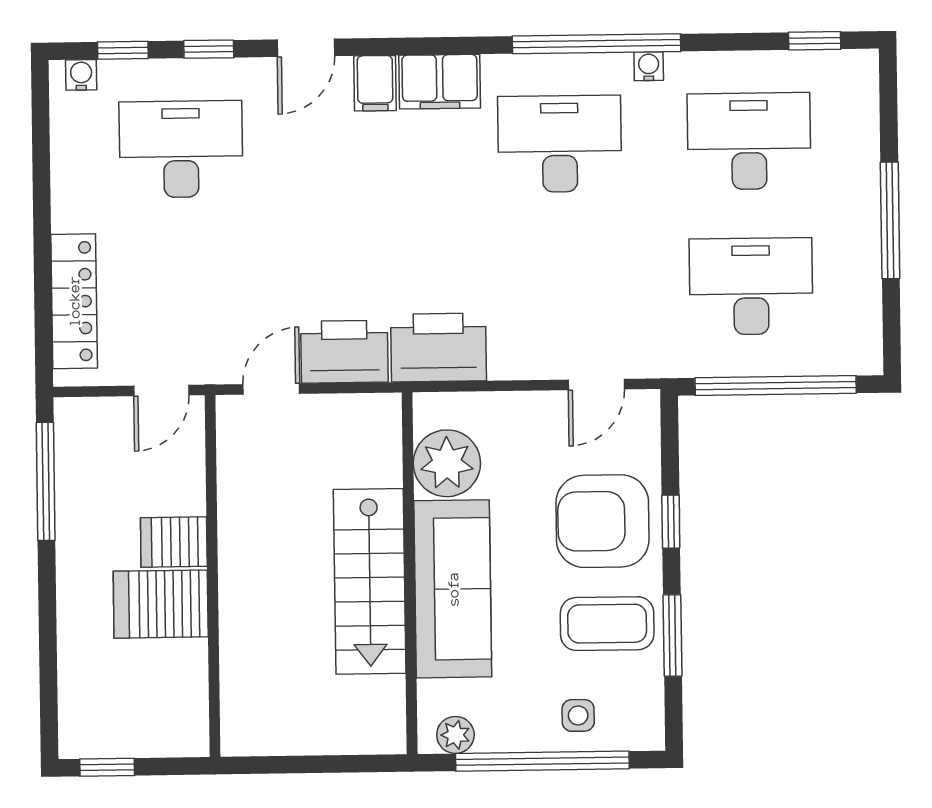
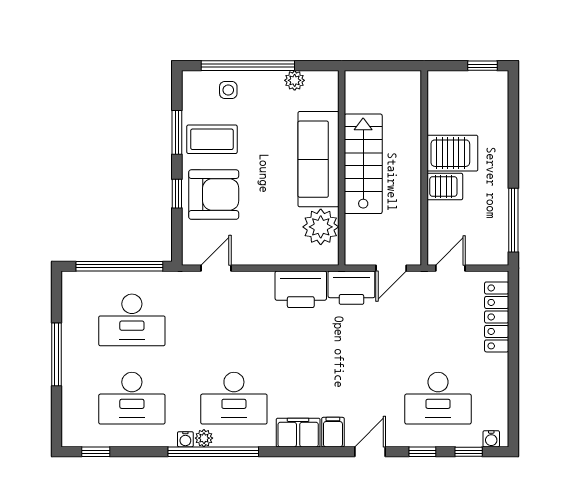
plant: (614, 69) -> (204, 438), added
plant: (447, 463) -> (321, 227), moved
wall: (410, 573) -> (342, 168), moved
stairs: (370, 581) -> (363, 164), moved
sofa: (453, 589) -> (318, 159), moved

